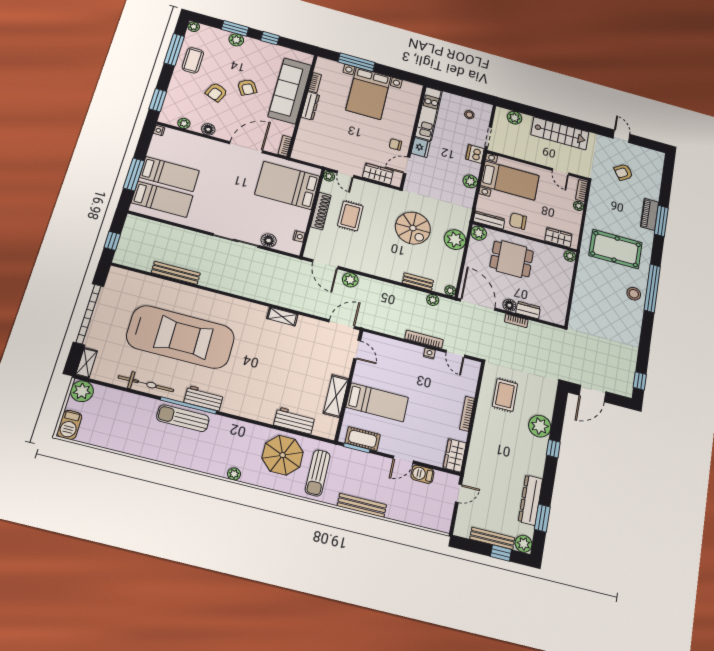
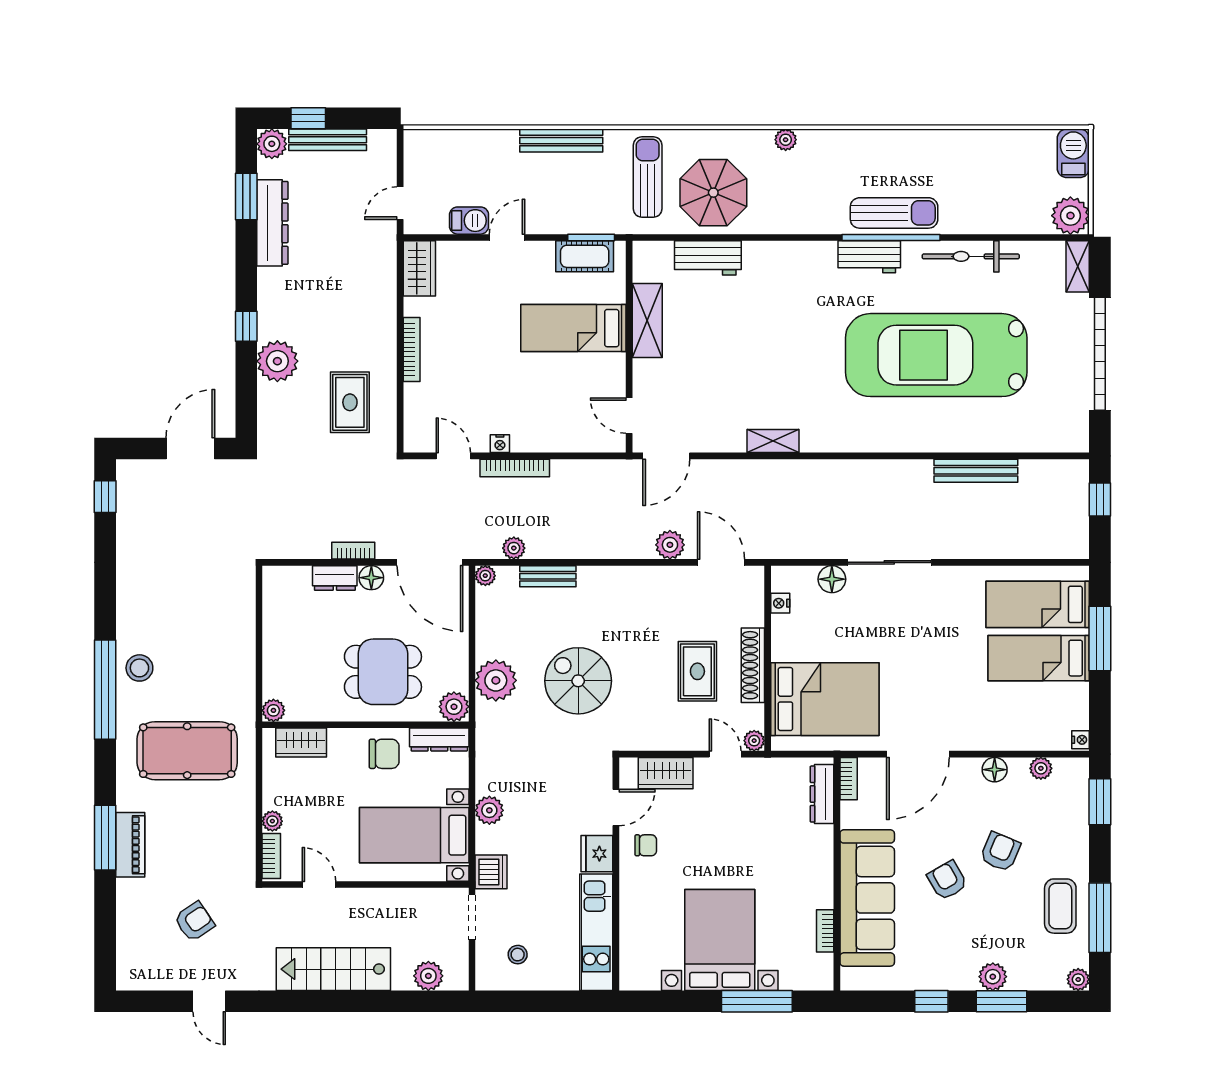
dresser: (310, 106) -> (822, 794), moved

